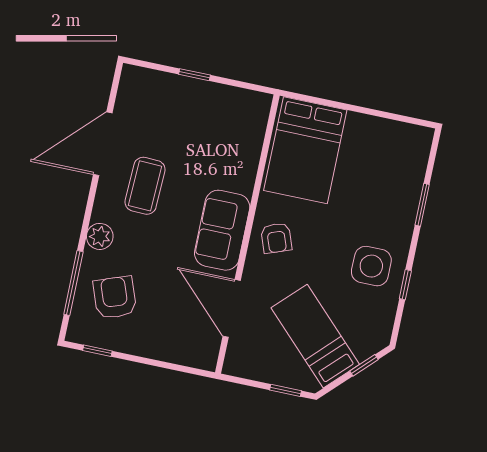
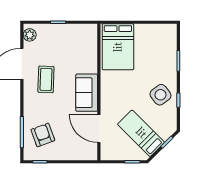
plant: (100, 236) -> (30, 35), moved
armchair: (276, 238) -> (113, 91), removed
side table: (371, 266) -> (160, 95), turned -38

